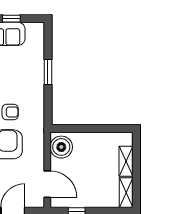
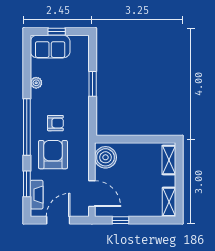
shelving: (126, 161) -> (169, 160), moved

